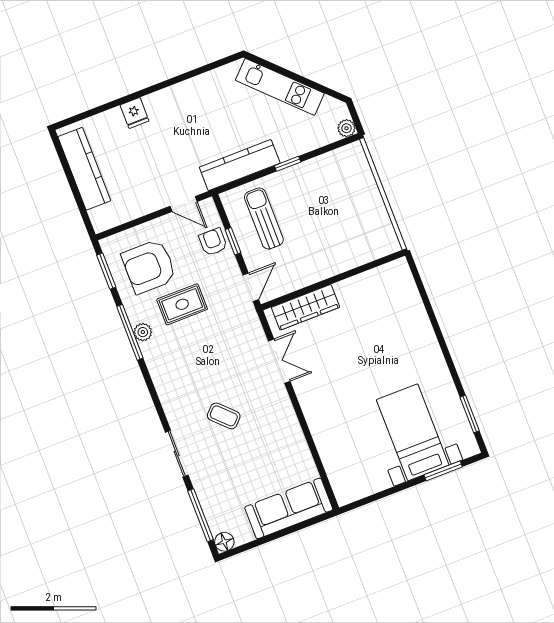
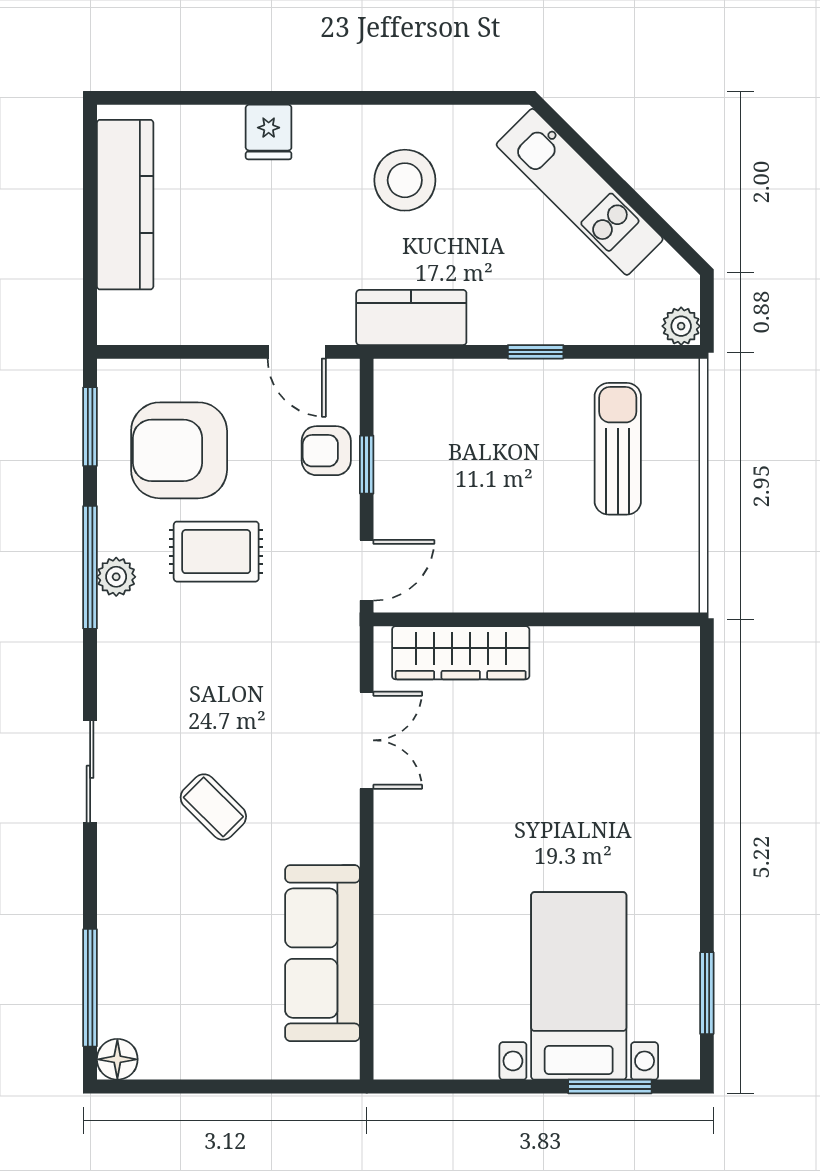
stool: (202, 111) -> (405, 180), added
kitchen counter: (240, 165) -> (411, 317), width x0.67
sun lounger: (264, 219) -> (618, 449), moved
armchair: (213, 242) -> (326, 451), turned -90
sliding door: (177, 454) -> (90, 772), moved
sofa: (289, 508) -> (322, 953), moved, turned -90

